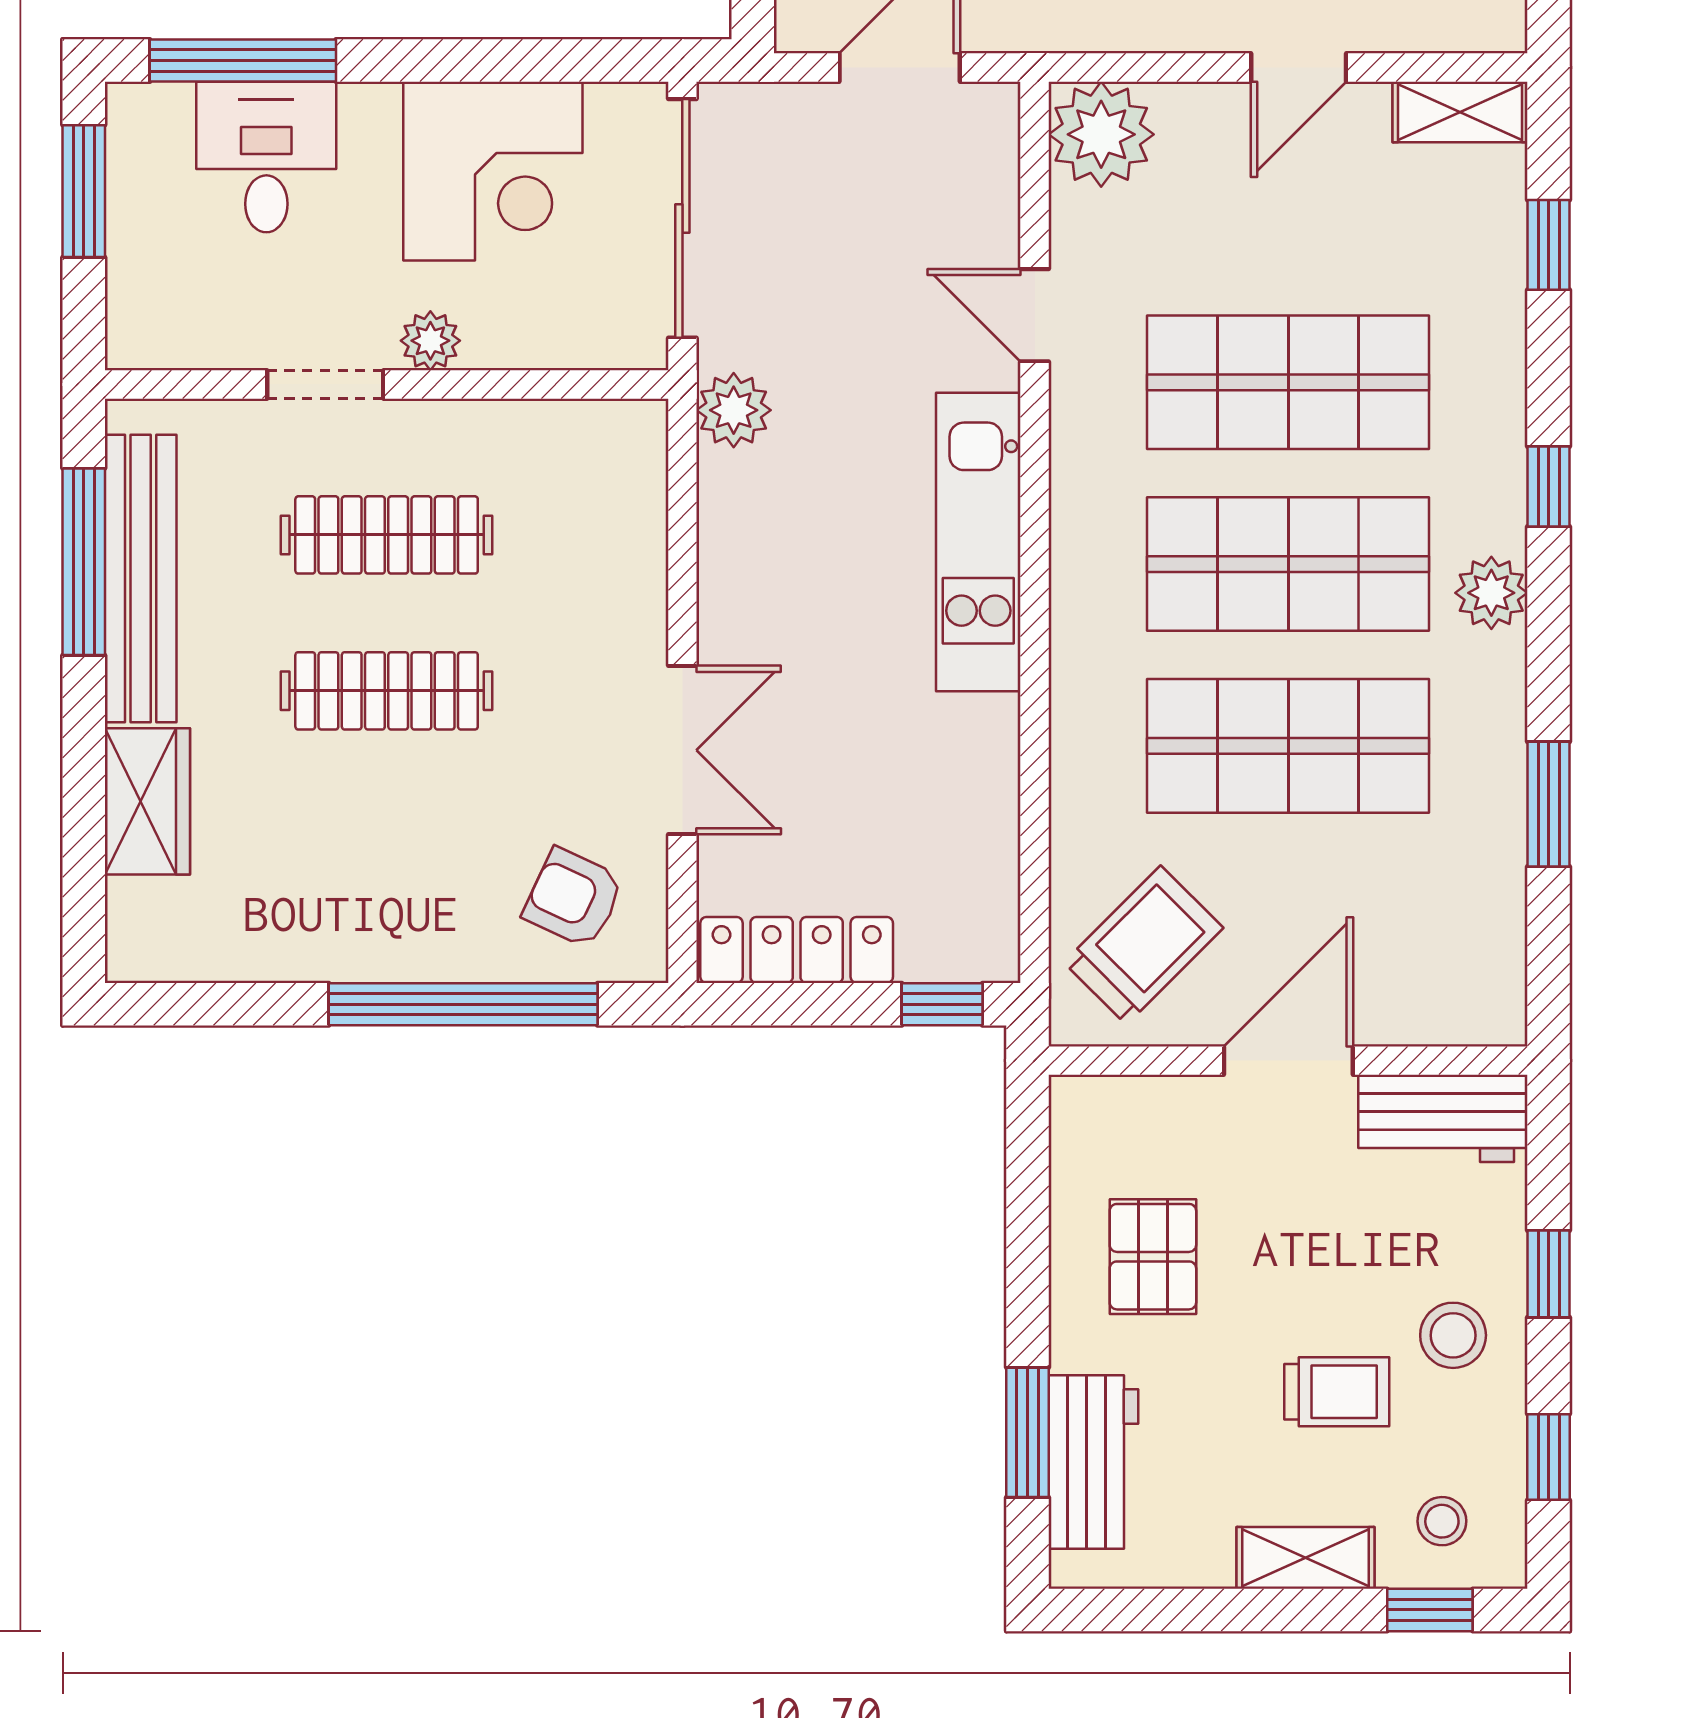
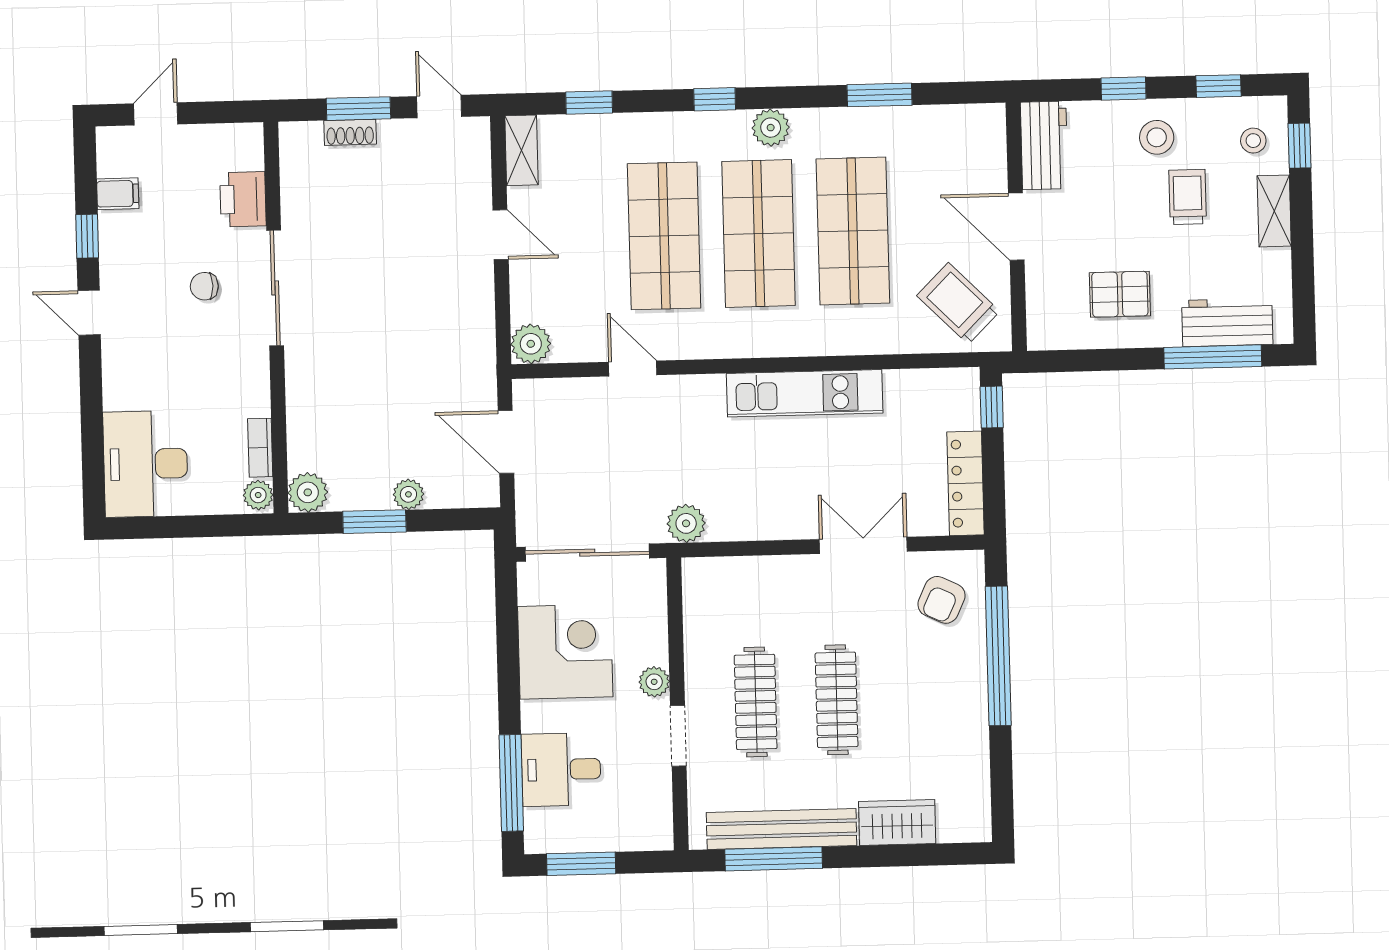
plant: (1101, 134) -> (531, 344), width x0.73, depth x0.73
door: (1035, 315) -> (633, 368), swing flipped
kitchen unit: (978, 542) -> (805, 393), moved
window: (1027, 1432) -> (1213, 357), width x1.44

